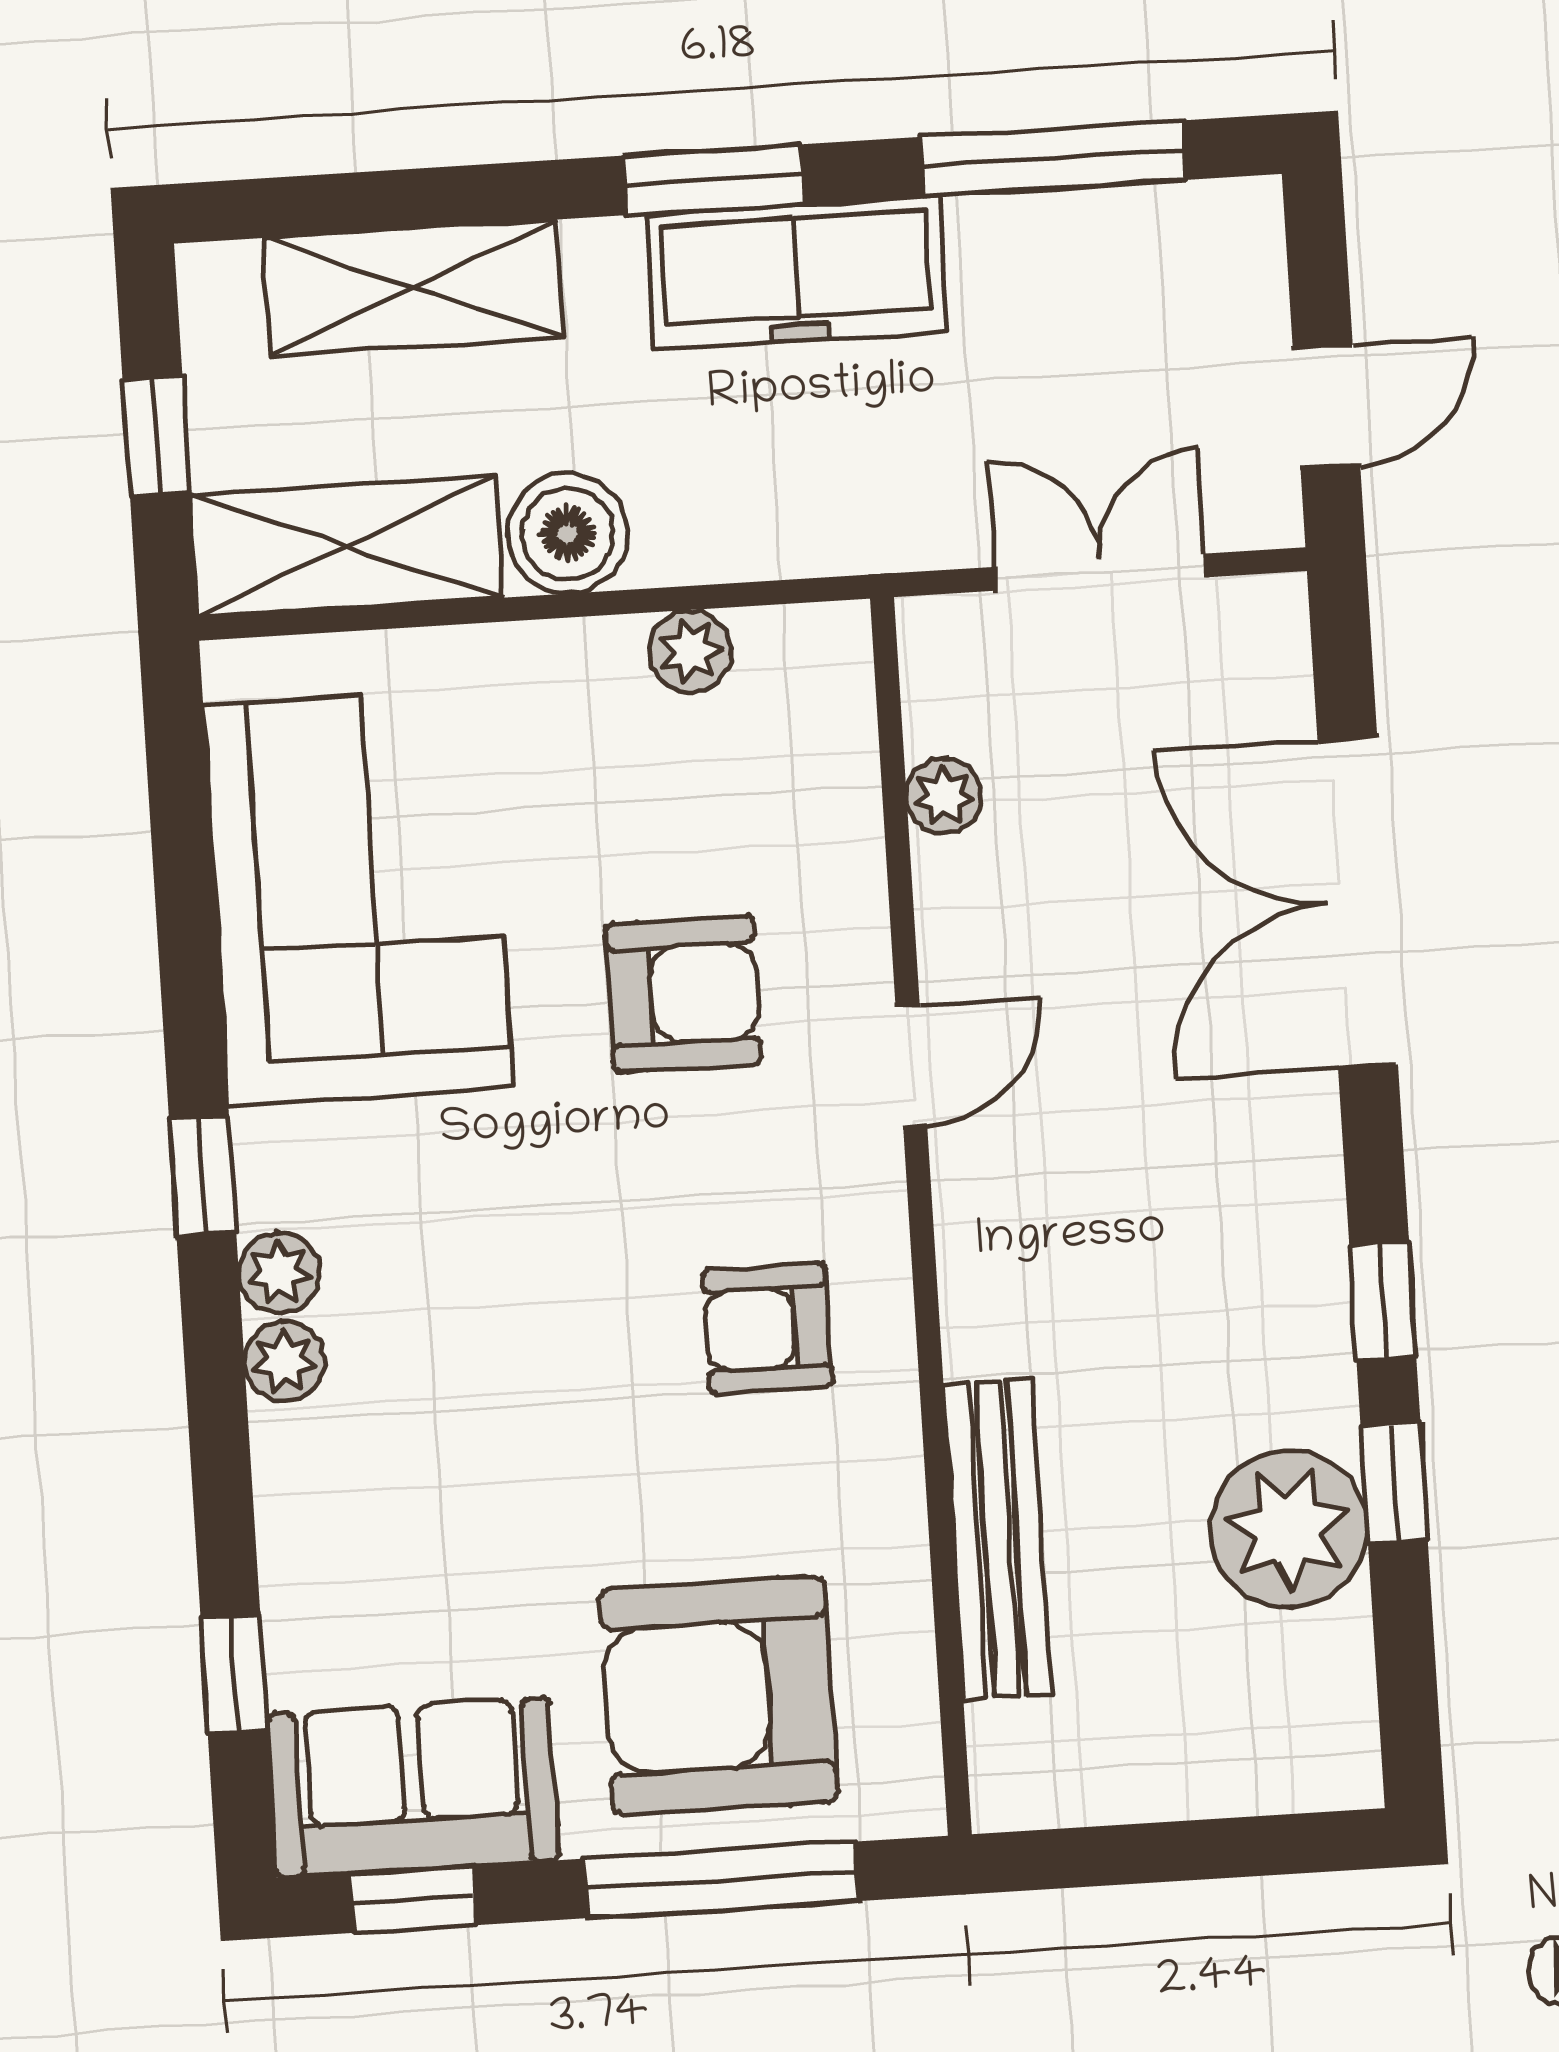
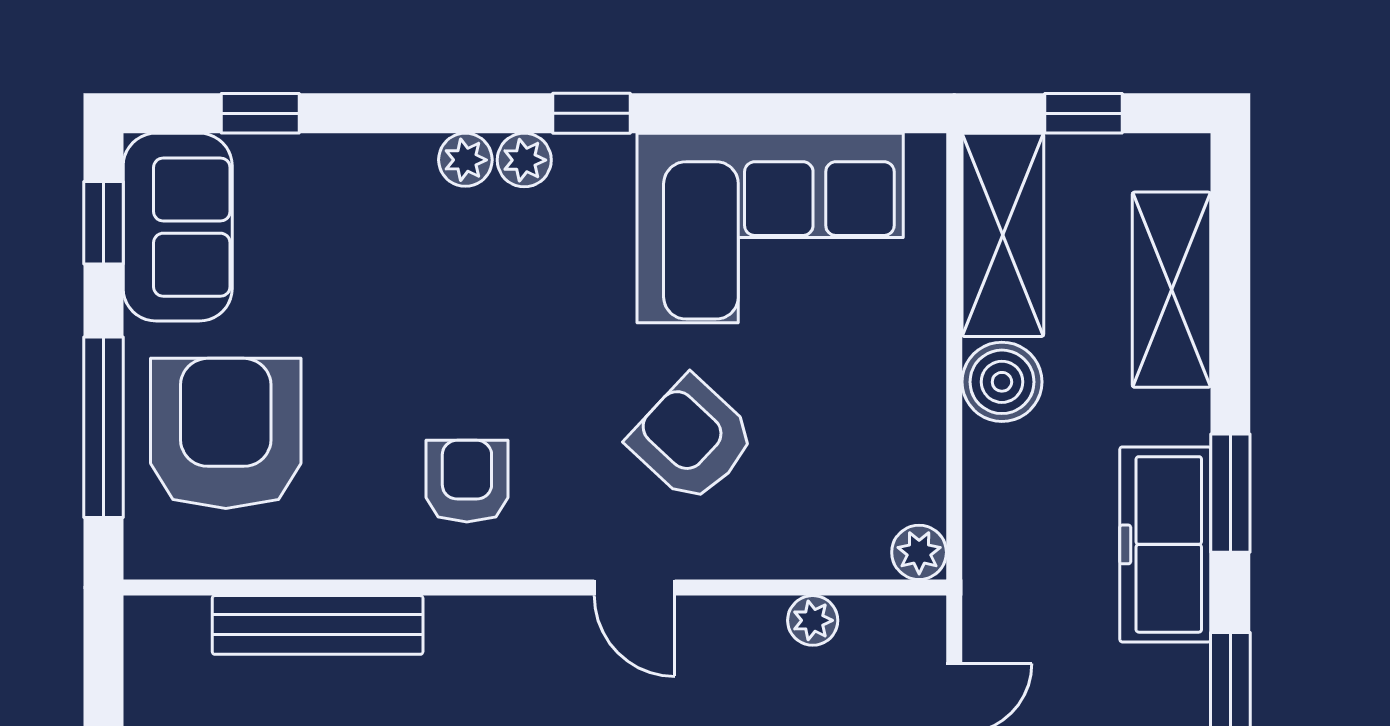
plant: (690, 651) -> (919, 552), moved
armchair: (683, 994) -> (692, 439), turned 133

